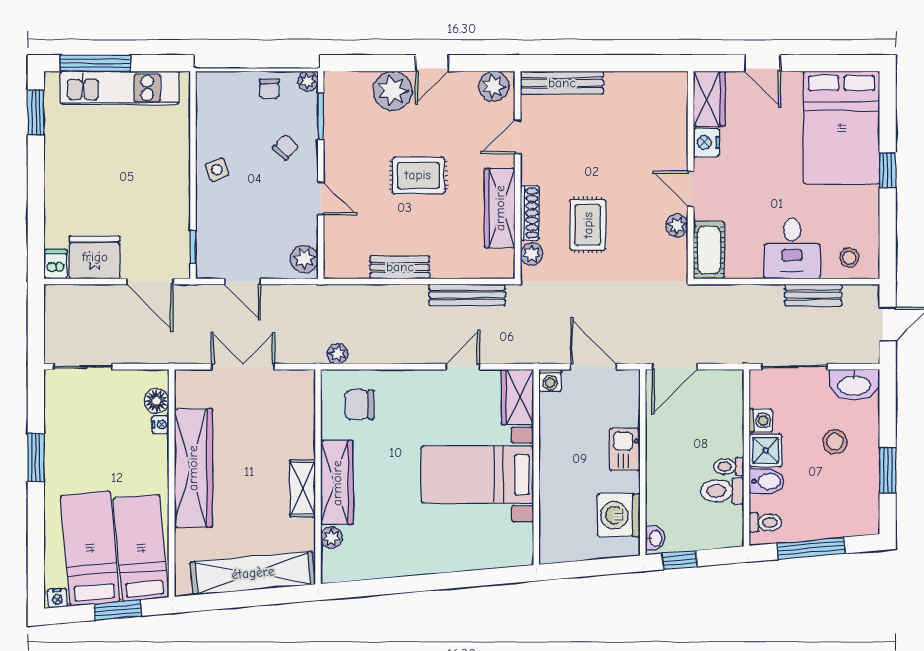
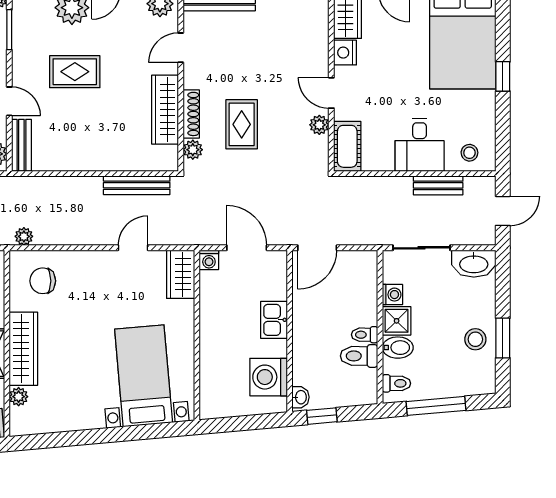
rug: (418, 175) -> (75, 72), moved
bench: (400, 267) -> (21, 145), moved, turned 90
stool: (835, 442) -> (475, 339), moved
bed with nightstands: (477, 475) -> (144, 376), moved, turned 85

